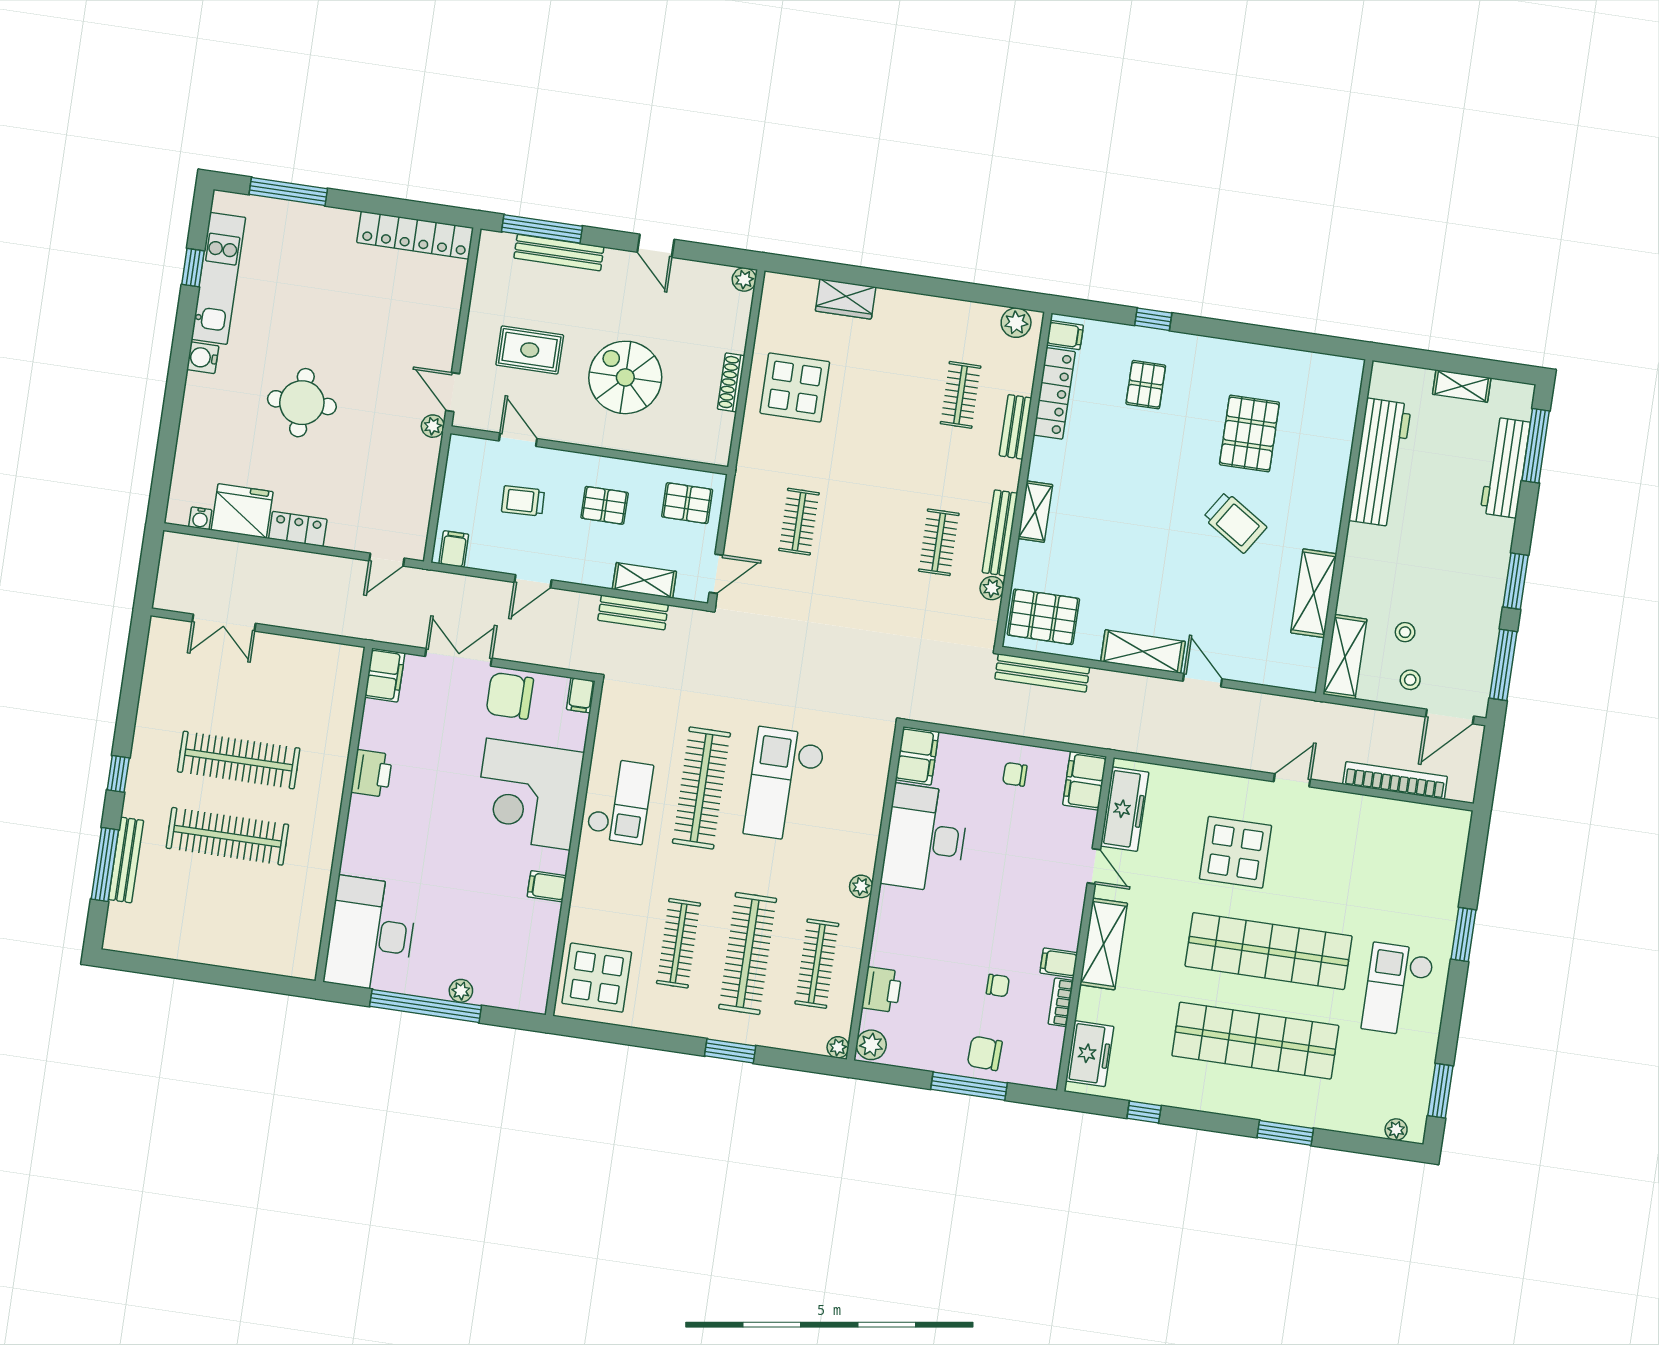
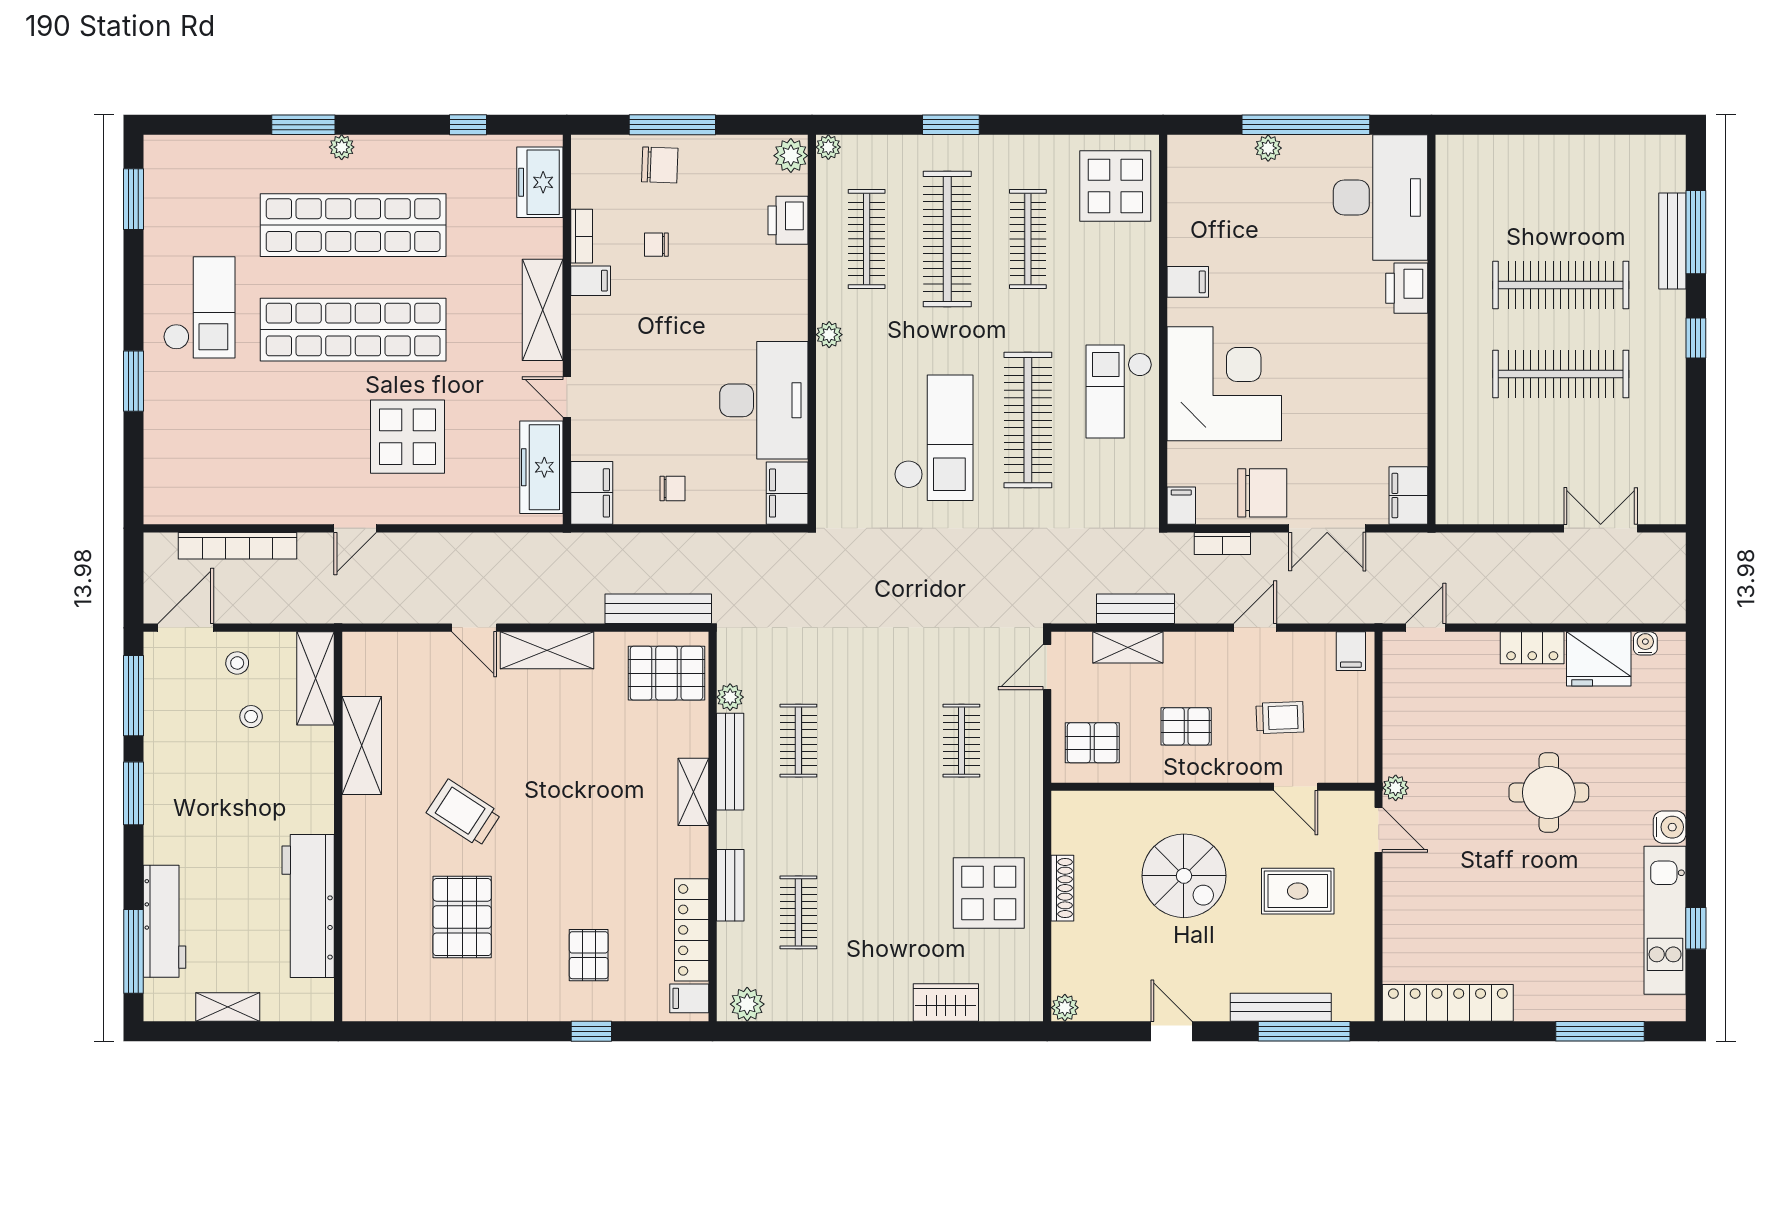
bookcase: (550, 658) -> (1222, 543), added
printer: (372, 773) -> (1407, 288), moved
plant: (1396, 1130) -> (342, 147), moved

